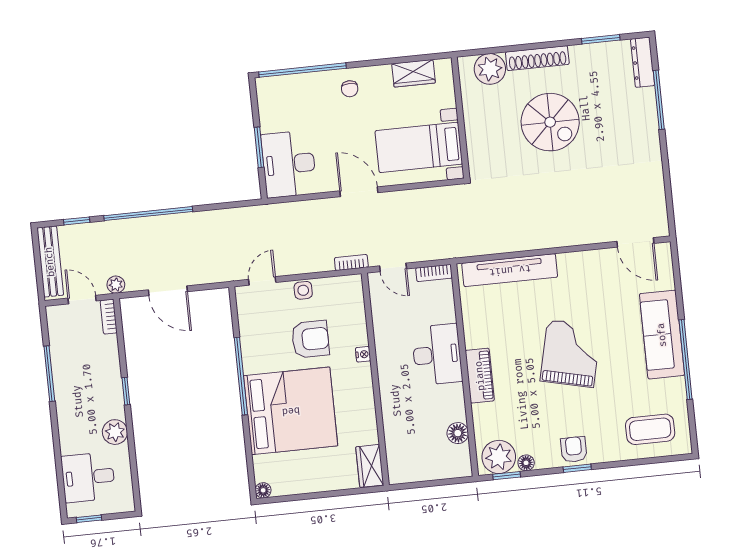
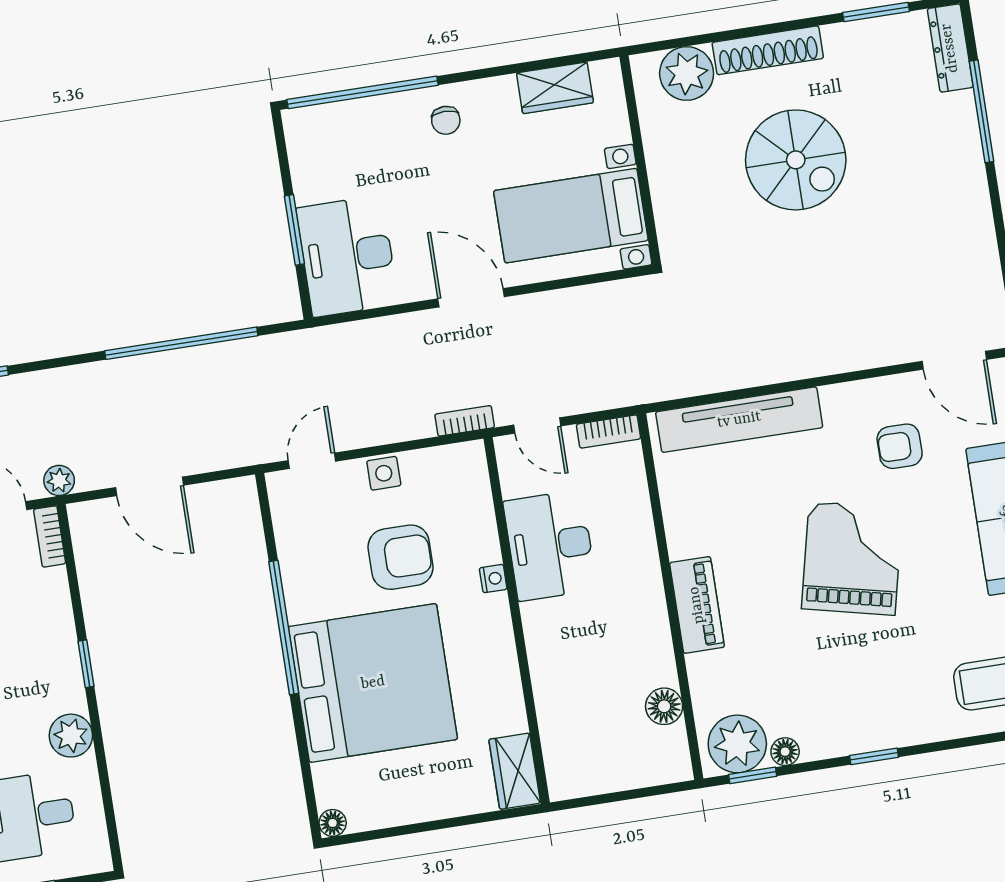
window: (148, 214) -> (181, 343), moved
desk: (437, 355) -> (550, 545), moved, turned 180
armchair: (574, 449) -> (900, 446), moved, turned -90

